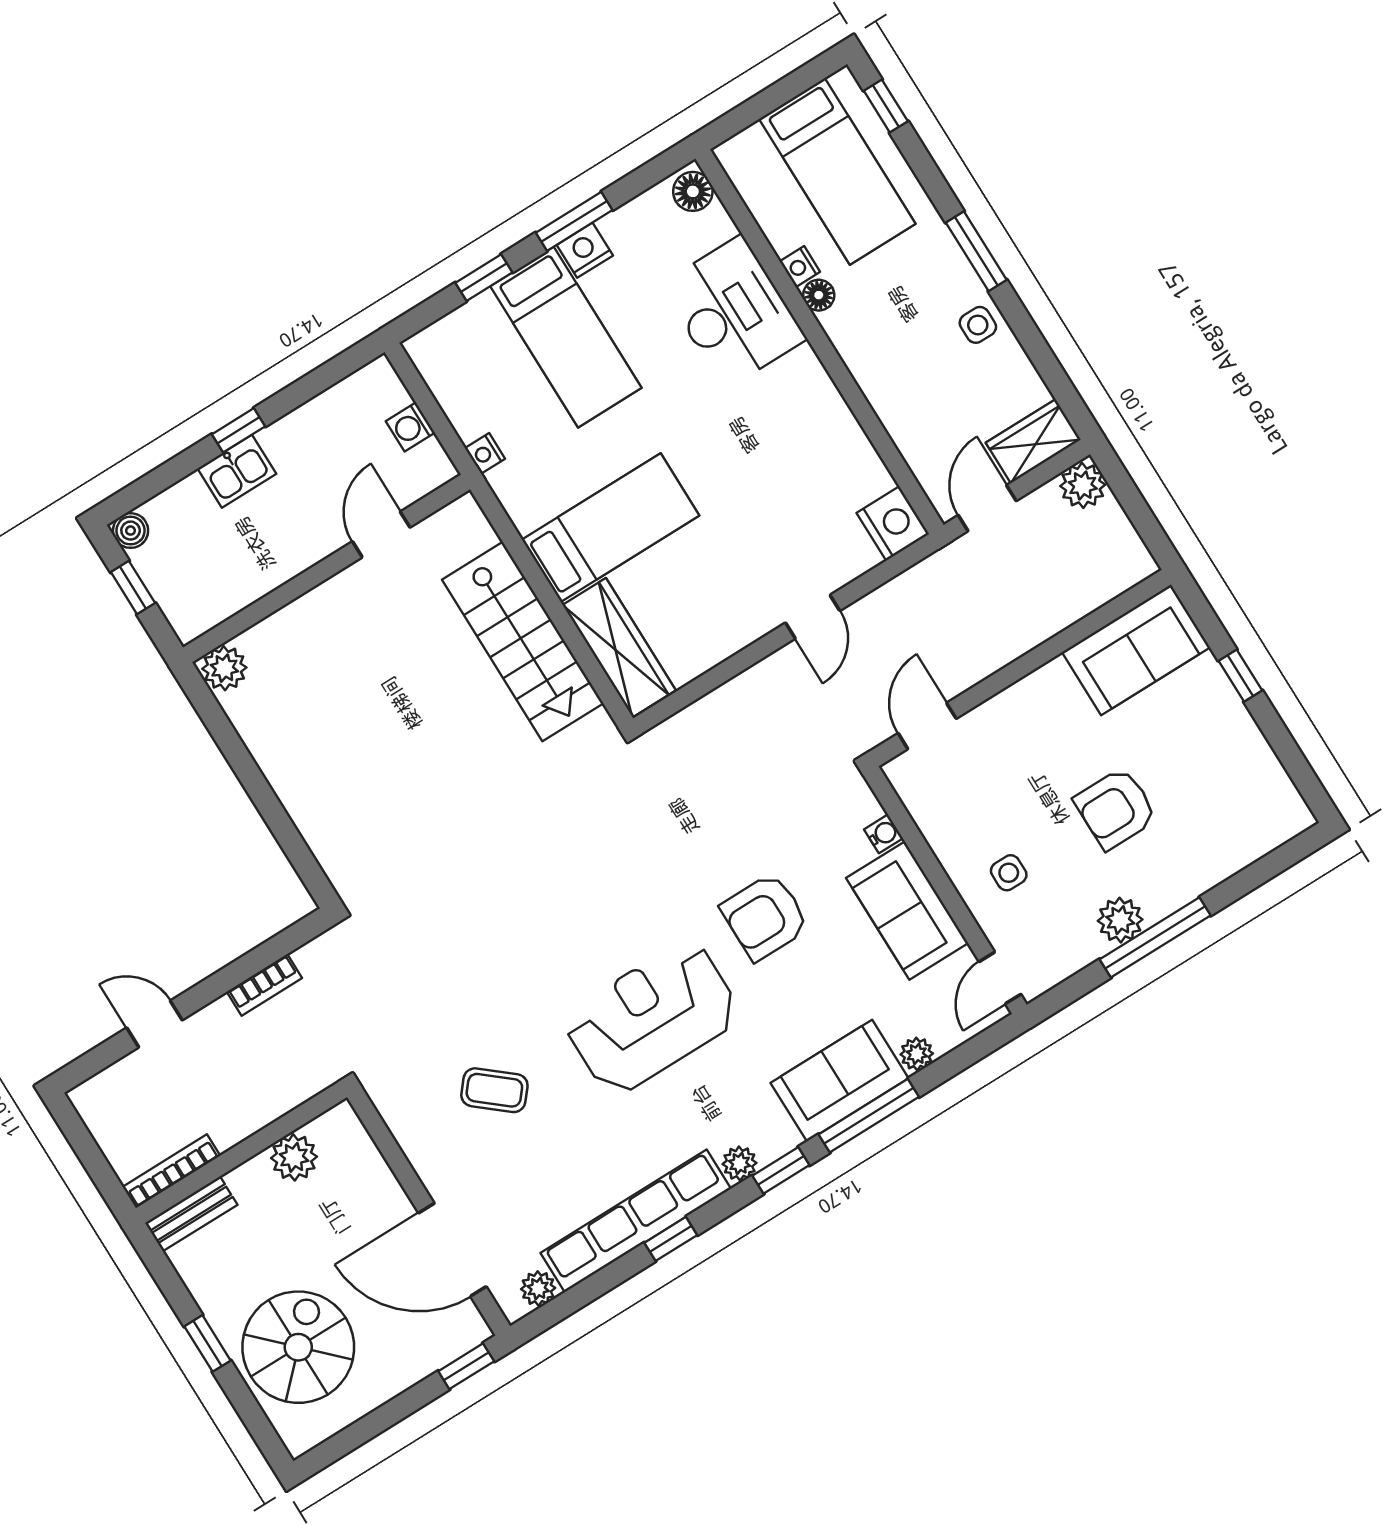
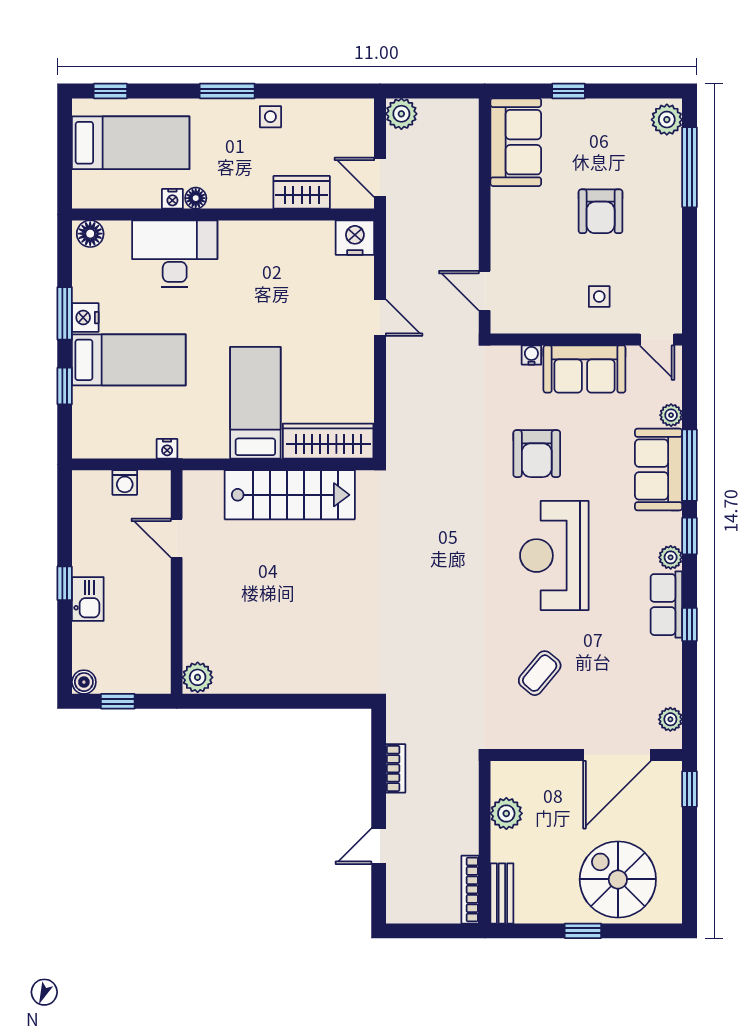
wardrobe: (1033, 441) -> (302, 192), moved, turned 90
plant: (1120, 920) -> (667, 120), moved
window: (1155, 937) -> (689, 167), moved
row of seats: (636, 1221) -> (666, 605), width x0.50

